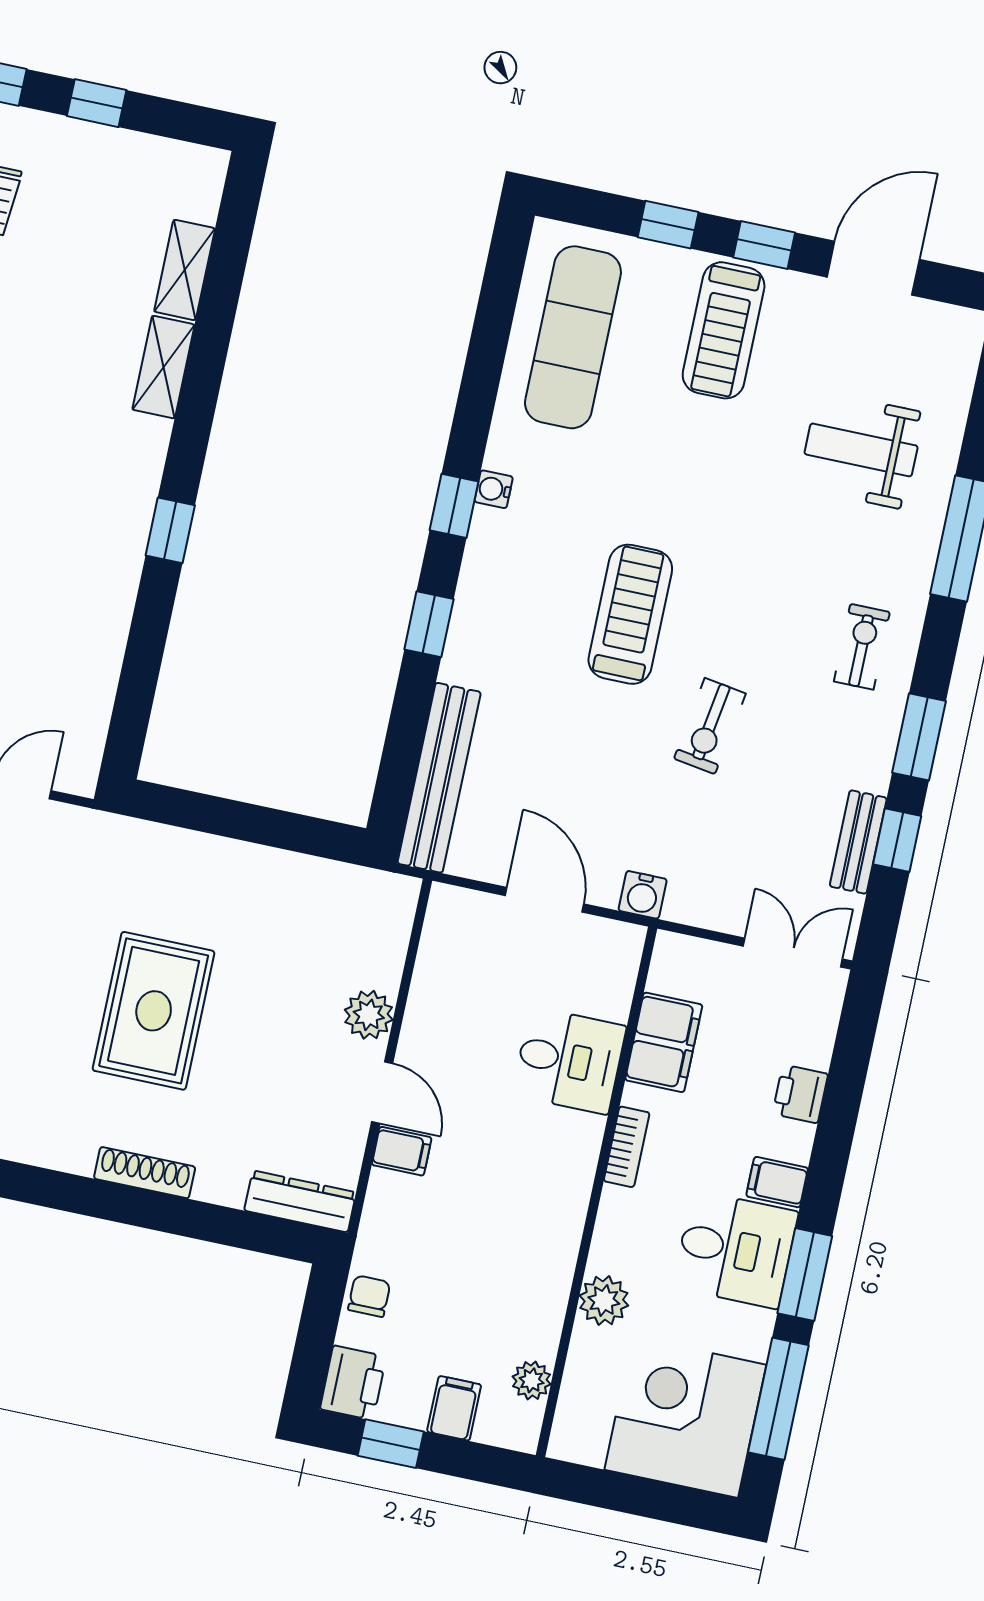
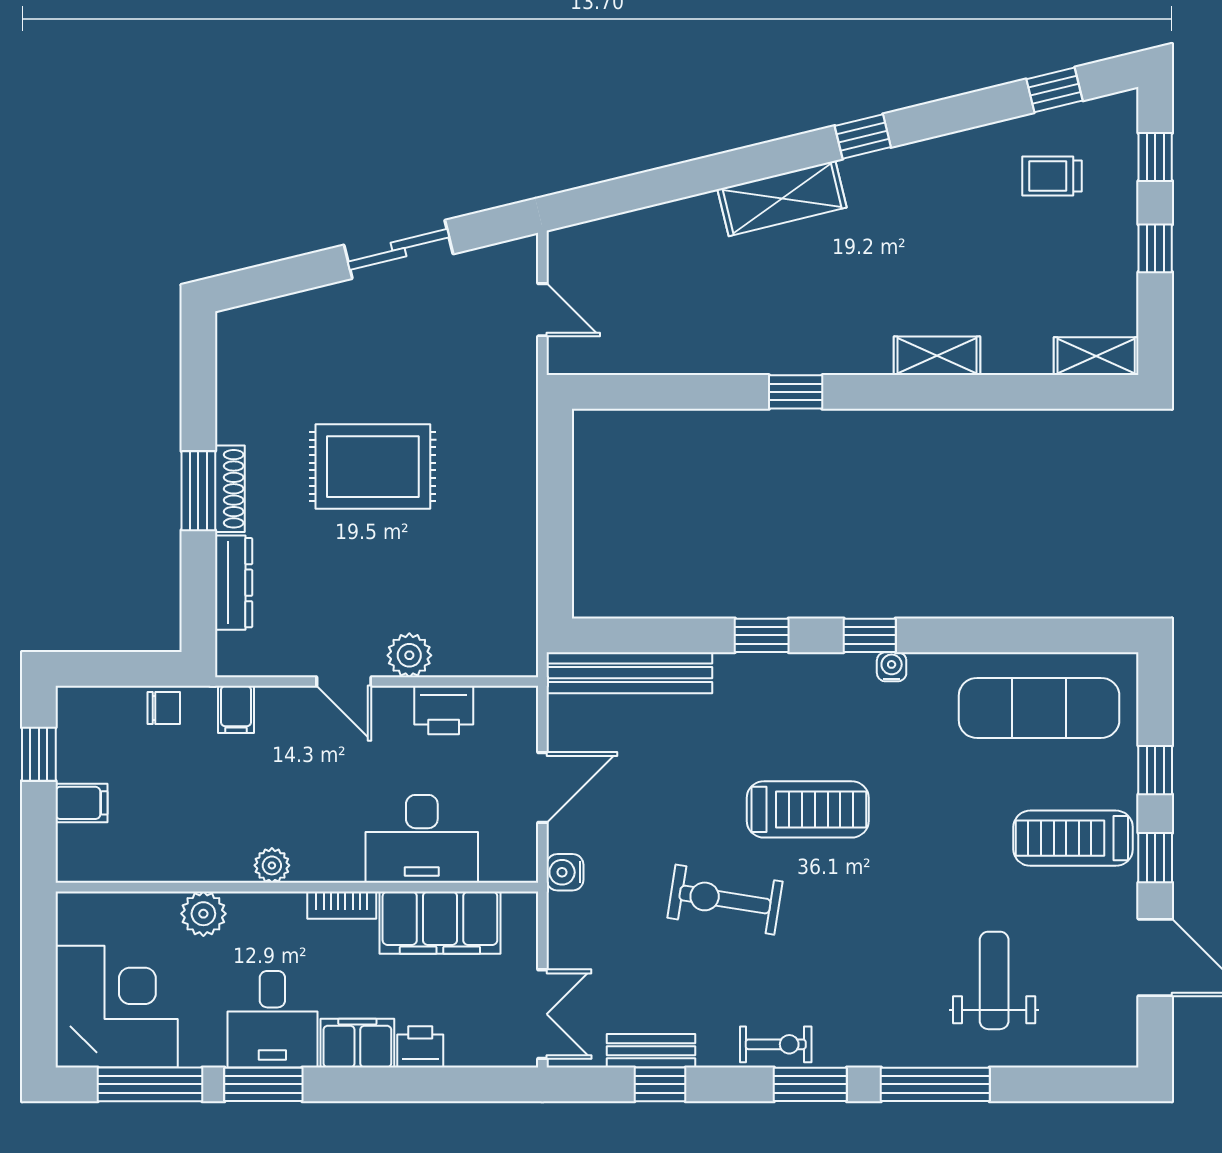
shelving: (185, 270) -> (1096, 356), moved
exercise bike: (862, 647) -> (776, 1044), moved
exercise bike: (710, 726) -> (725, 900), width x1.38, depth x1.39
window: (919, 737) -> (810, 1084), moved
filing cabinet: (664, 1042) -> (440, 923), width x1.50, depth x1.17
desk: (569, 1061) -> (422, 839), width x1.37
door: (382, 1093) -> (344, 681), hinge flipped
filing cabinet: (402, 1151) -> (236, 709), moved
filing cabinet: (777, 1182) -> (357, 1043), width x2.00
dresser: (300, 1201) -> (234, 583), moved
window: (139, 1208) -> (198, 491), added
plant: (532, 1380) -> (272, 865), moved
printer: (353, 1383) -> (444, 710), moved

